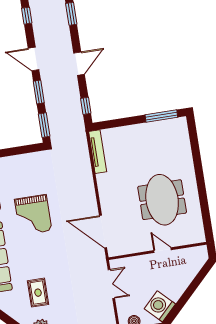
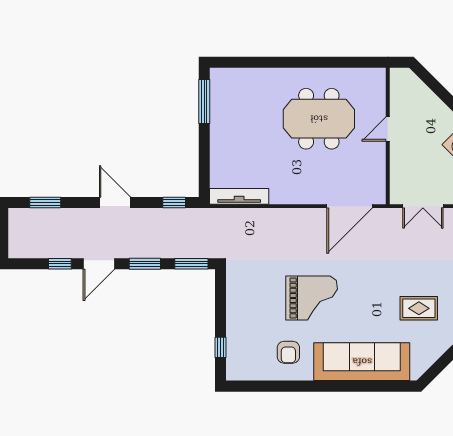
window: (27, 16) -> (60, 264), moved
double door: (111, 284) -> (423, 206), swing flipped

